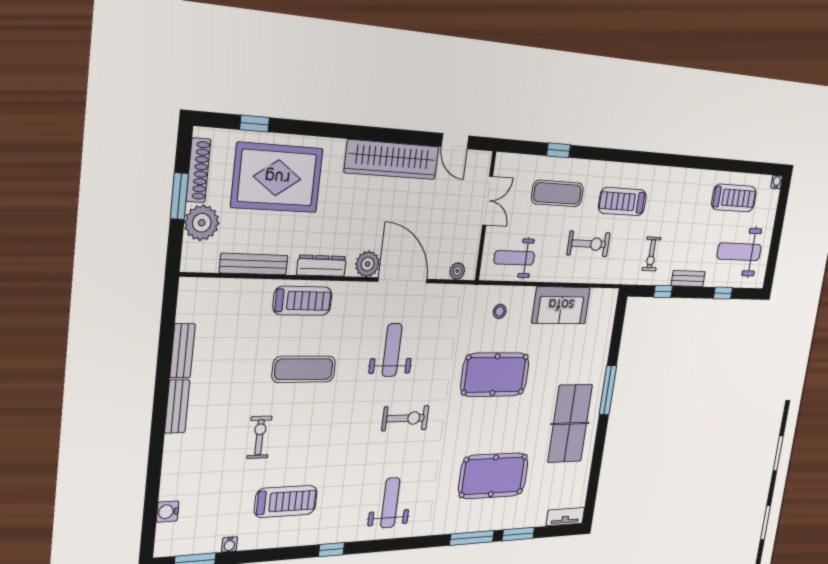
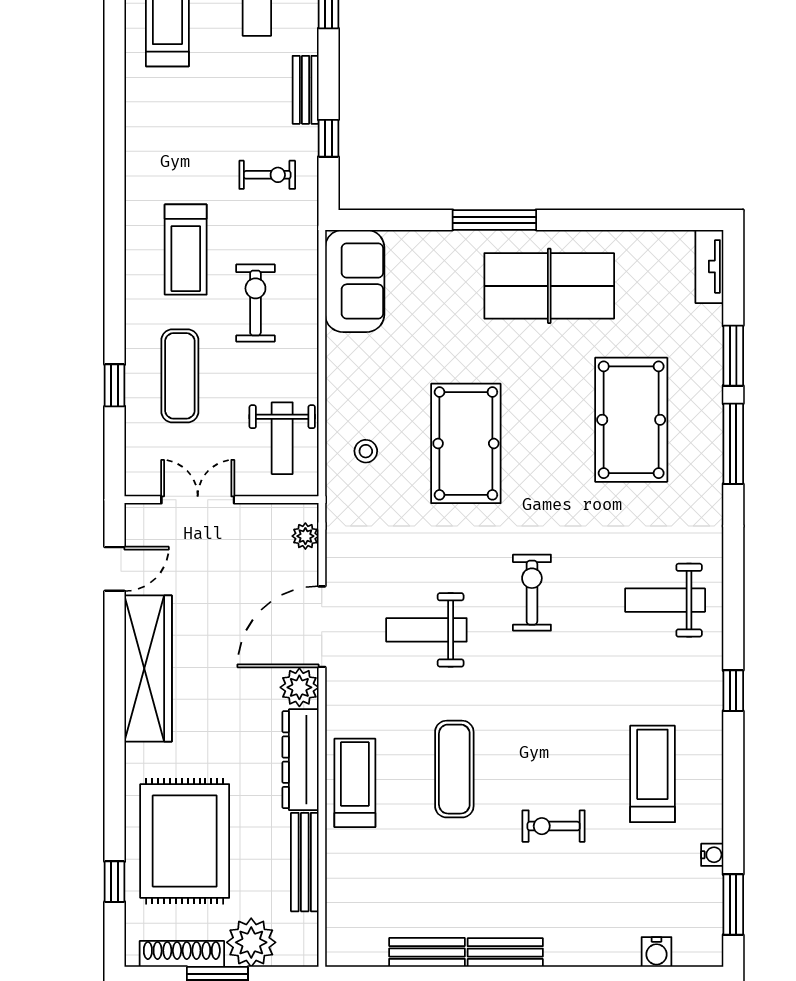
dresser: (321, 266) -> (301, 760), width x1.37, depth x1.24
sofa: (561, 305) -> (355, 281), moved

